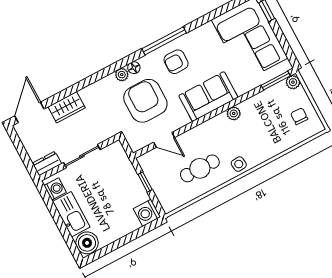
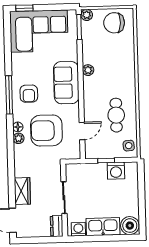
chair: (299, 116) -> (114, 23), width x1.87, depth x1.87
side table: (239, 164) -> (129, 146), moved
washing machine: (147, 213) -> (116, 171), moved

